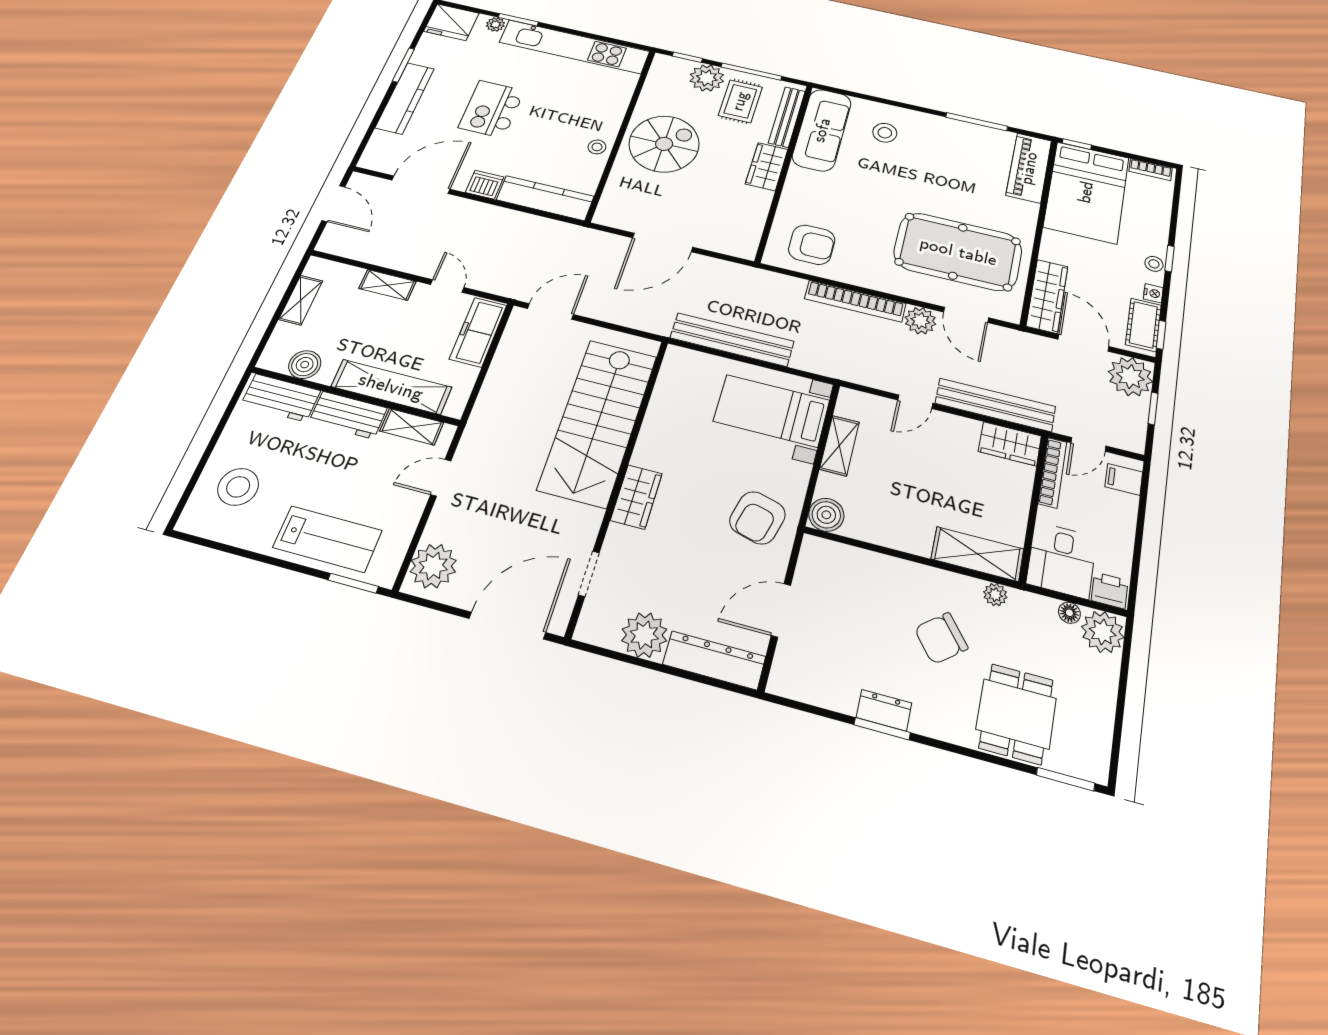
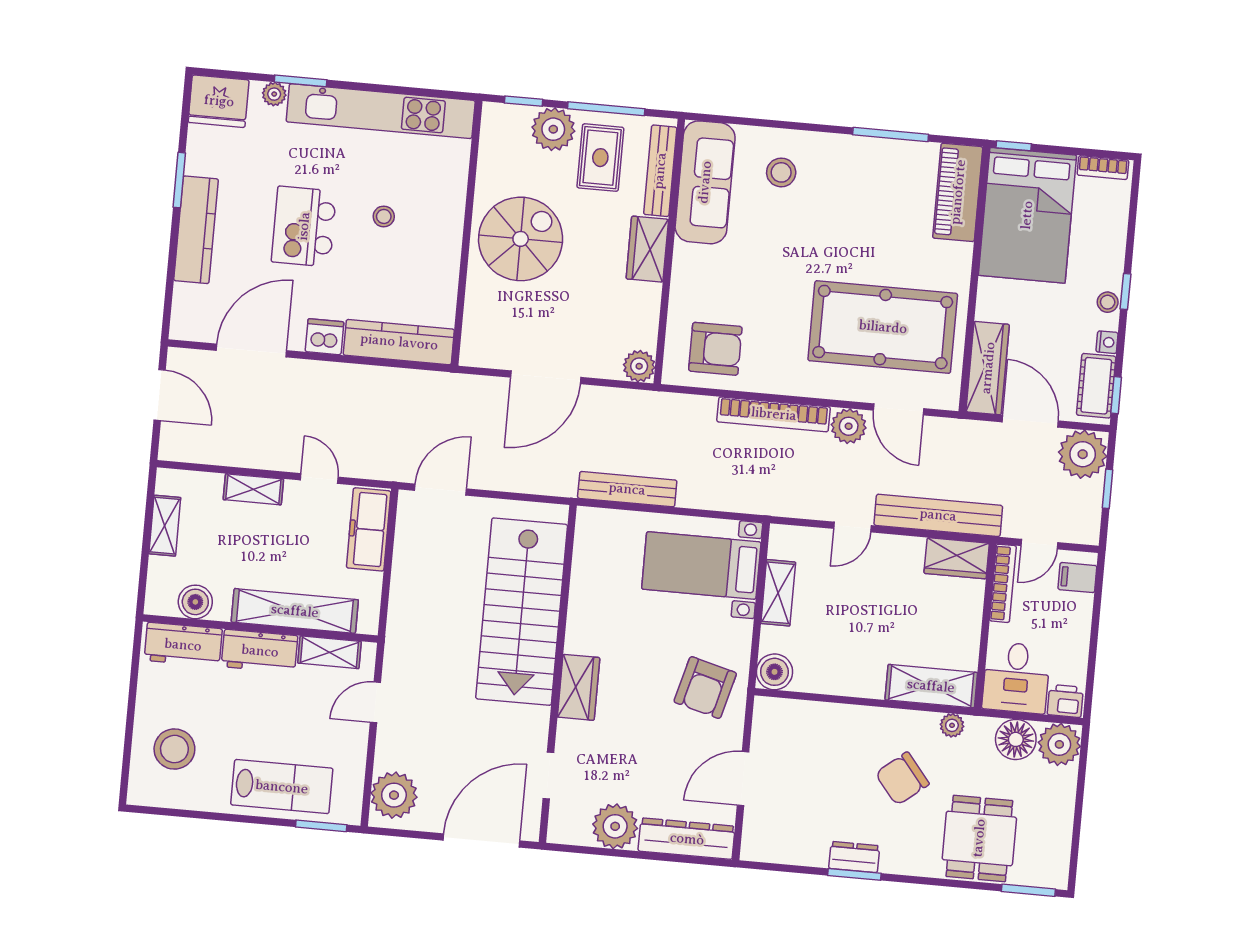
stool: (597, 147) -> (384, 216), moved
plant: (744, 247) -> (639, 366), added
bench: (732, 340) -> (627, 489), width x0.73, depth x0.82
floor lamp: (1069, 613) -> (1016, 739), width x1.89, depth x1.89

